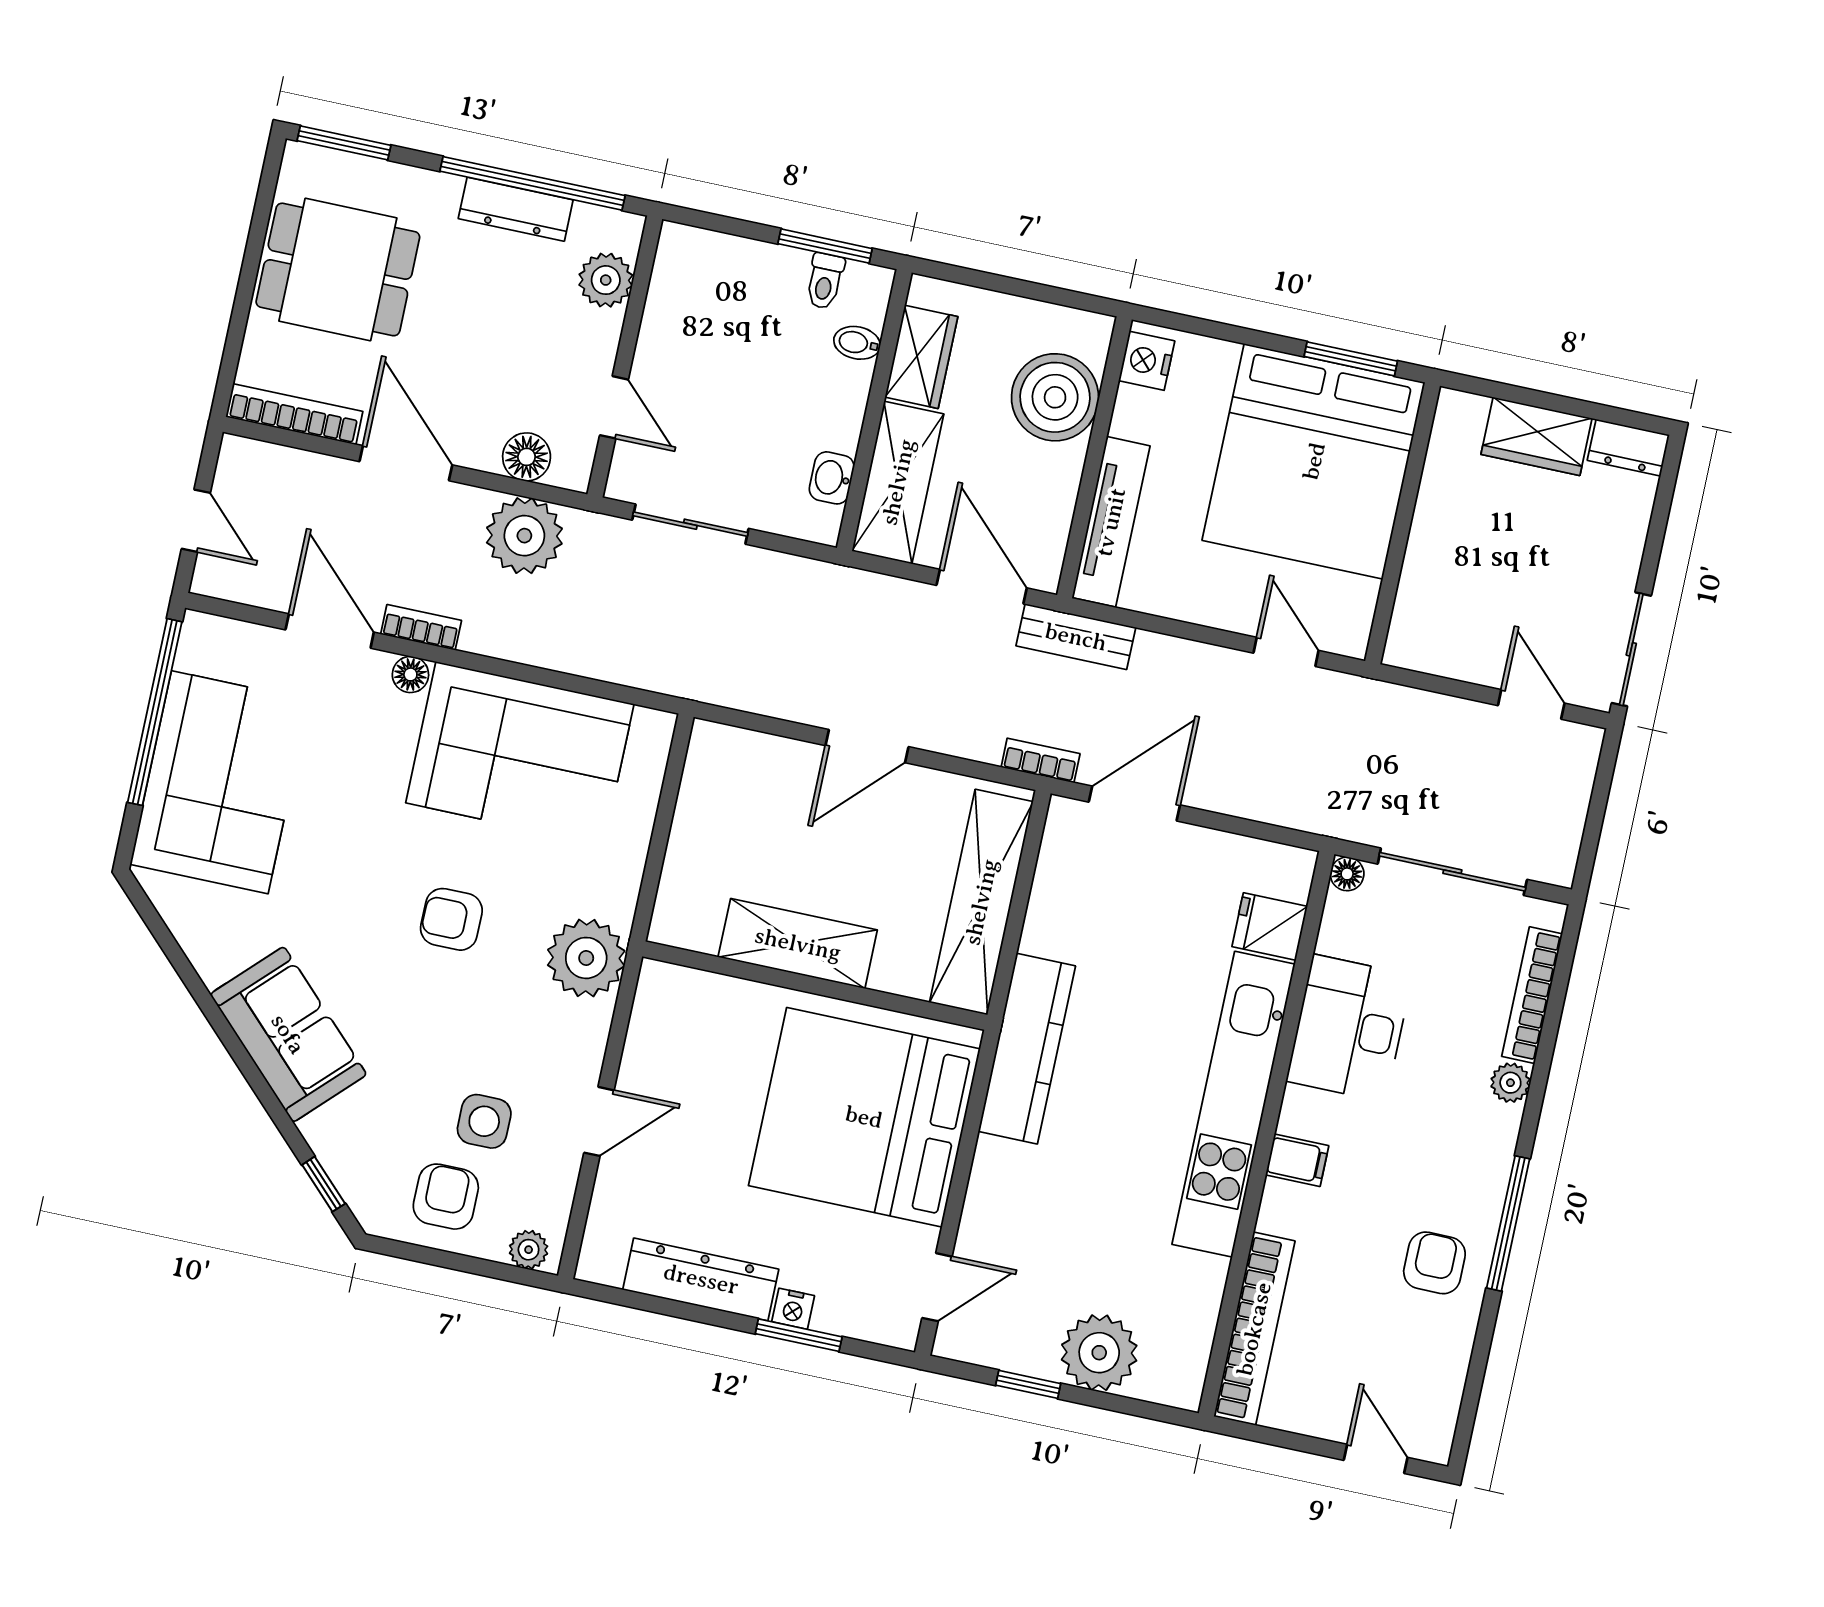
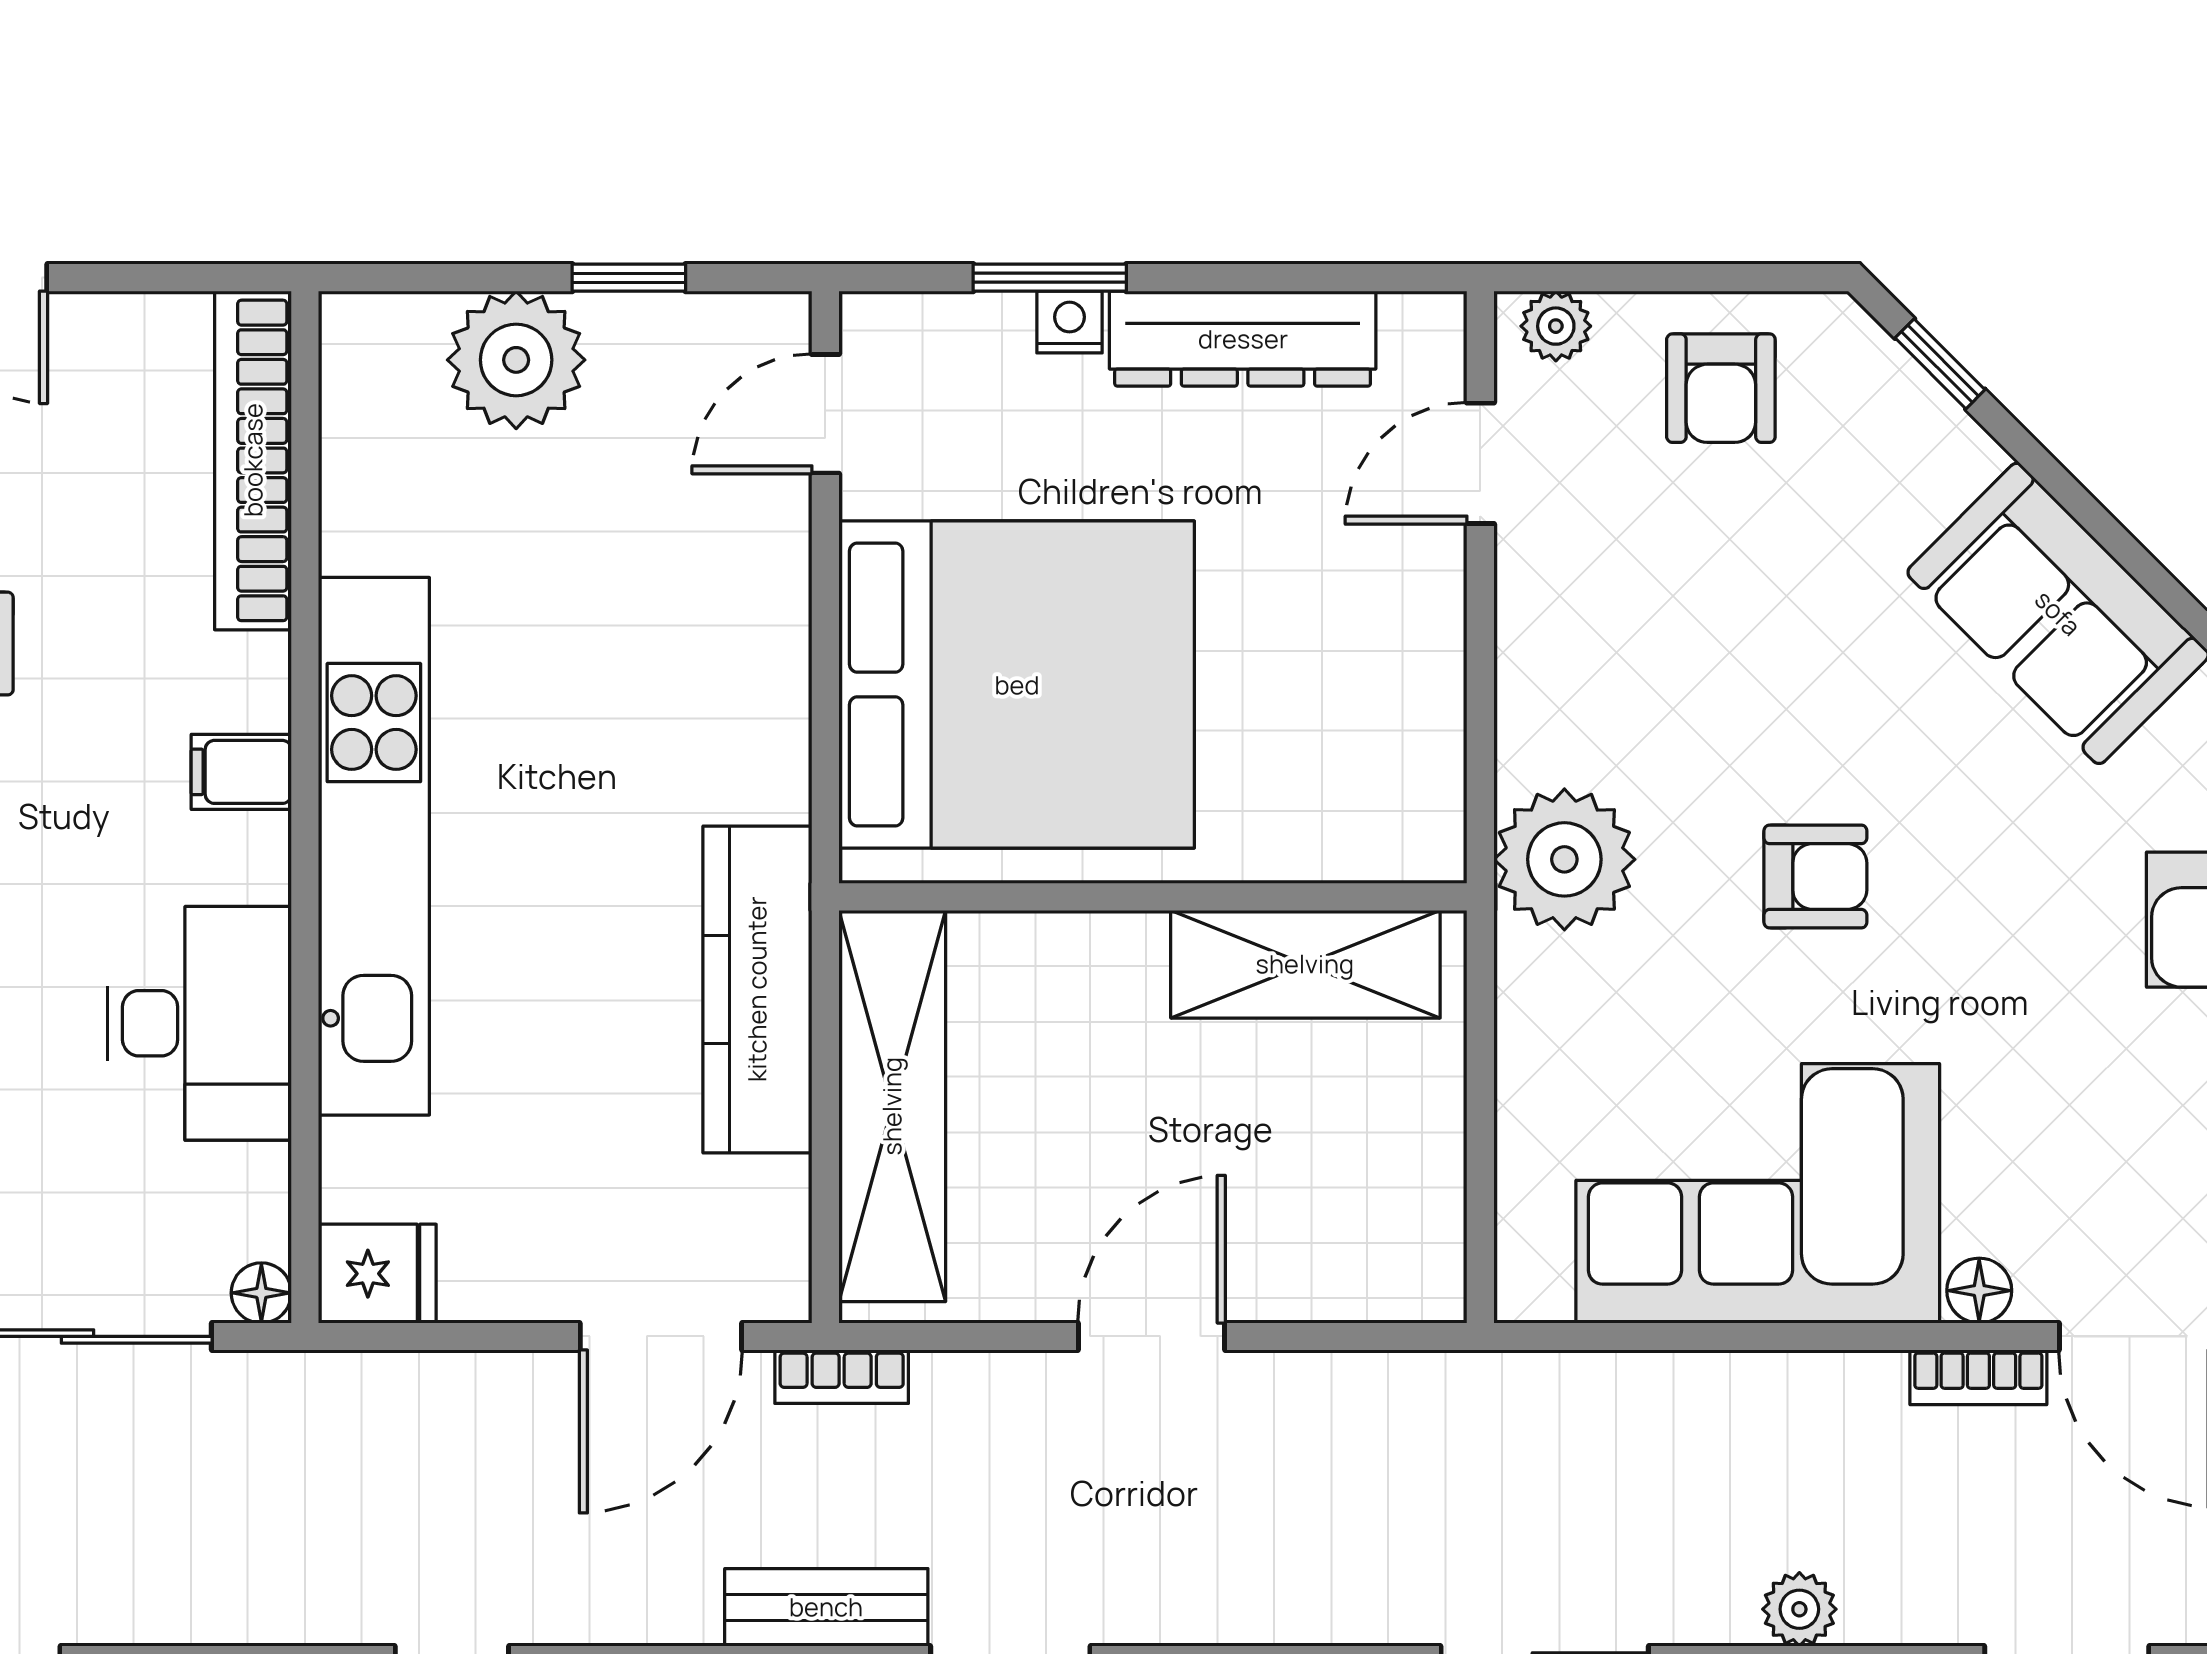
plant: (524, 536) -> (1799, 1609), width x0.53, depth x0.53
fridge: (1270, 926) -> (377, 1274), moved
shelving: (798, 944) -> (1305, 964), moved
kitchen counter: (1027, 1049) -> (757, 989), moved
side table: (484, 1121) -> (1682, 535), removed
door: (599, 1121) -> (1480, 463), moved

